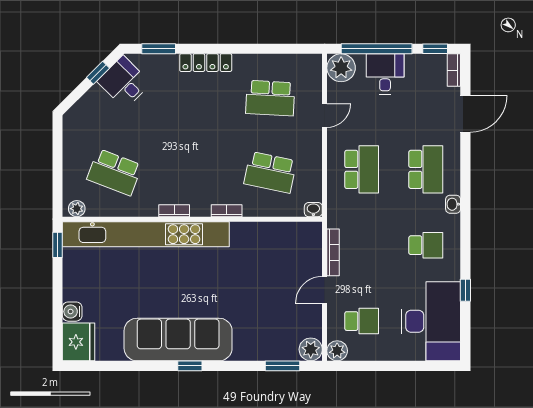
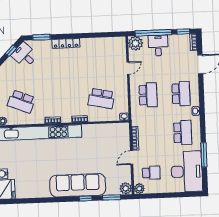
school desk: (270, 98) -> (100, 60), removed
school desk: (426, 245) -> (183, 133), width x1.85
window: (465, 290) -> (204, 155), width x2.17
sofa: (178, 340) -> (78, 185), moved
window: (190, 366) -> (85, 198), moved

